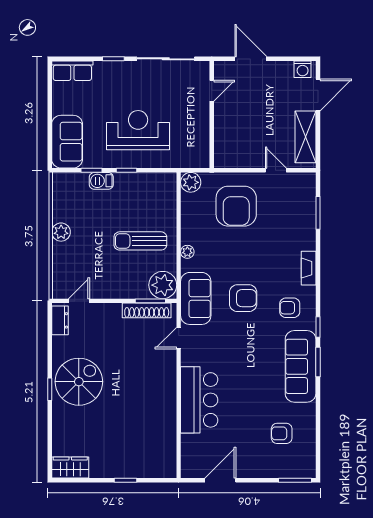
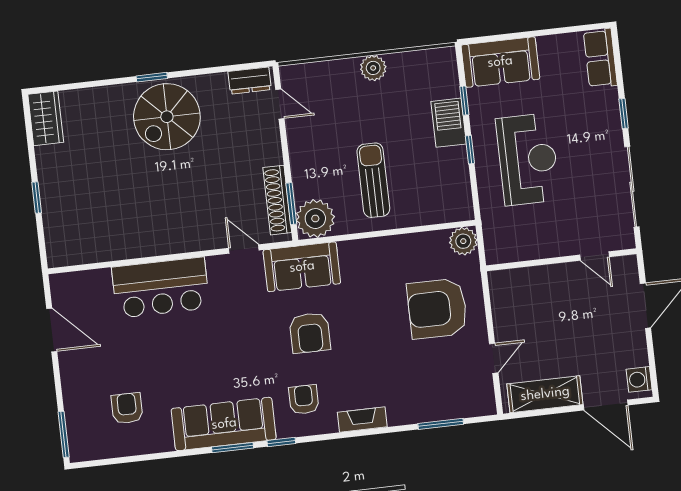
barbecue: (101, 181) -> (449, 123), width x1.38, depth x1.27
plant: (187, 252) -> (366, 248), removed
spiral stairs: (79, 382) -> (167, 117), turned 90

